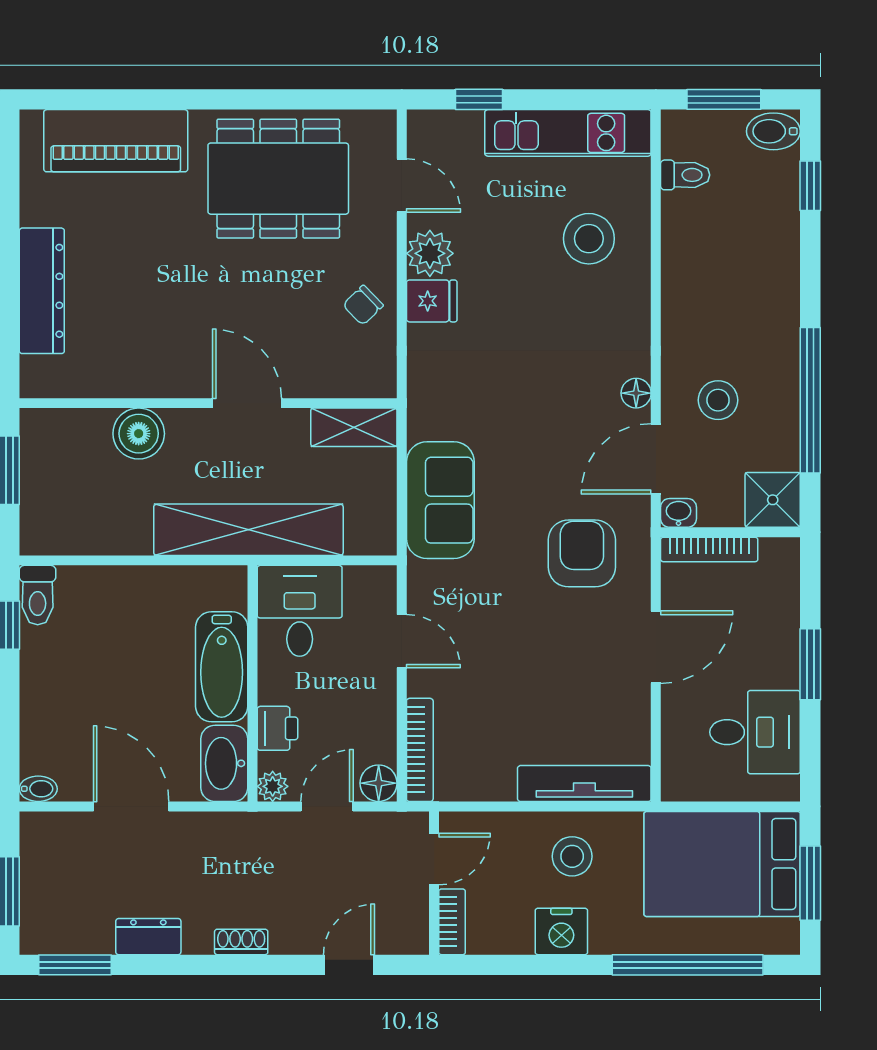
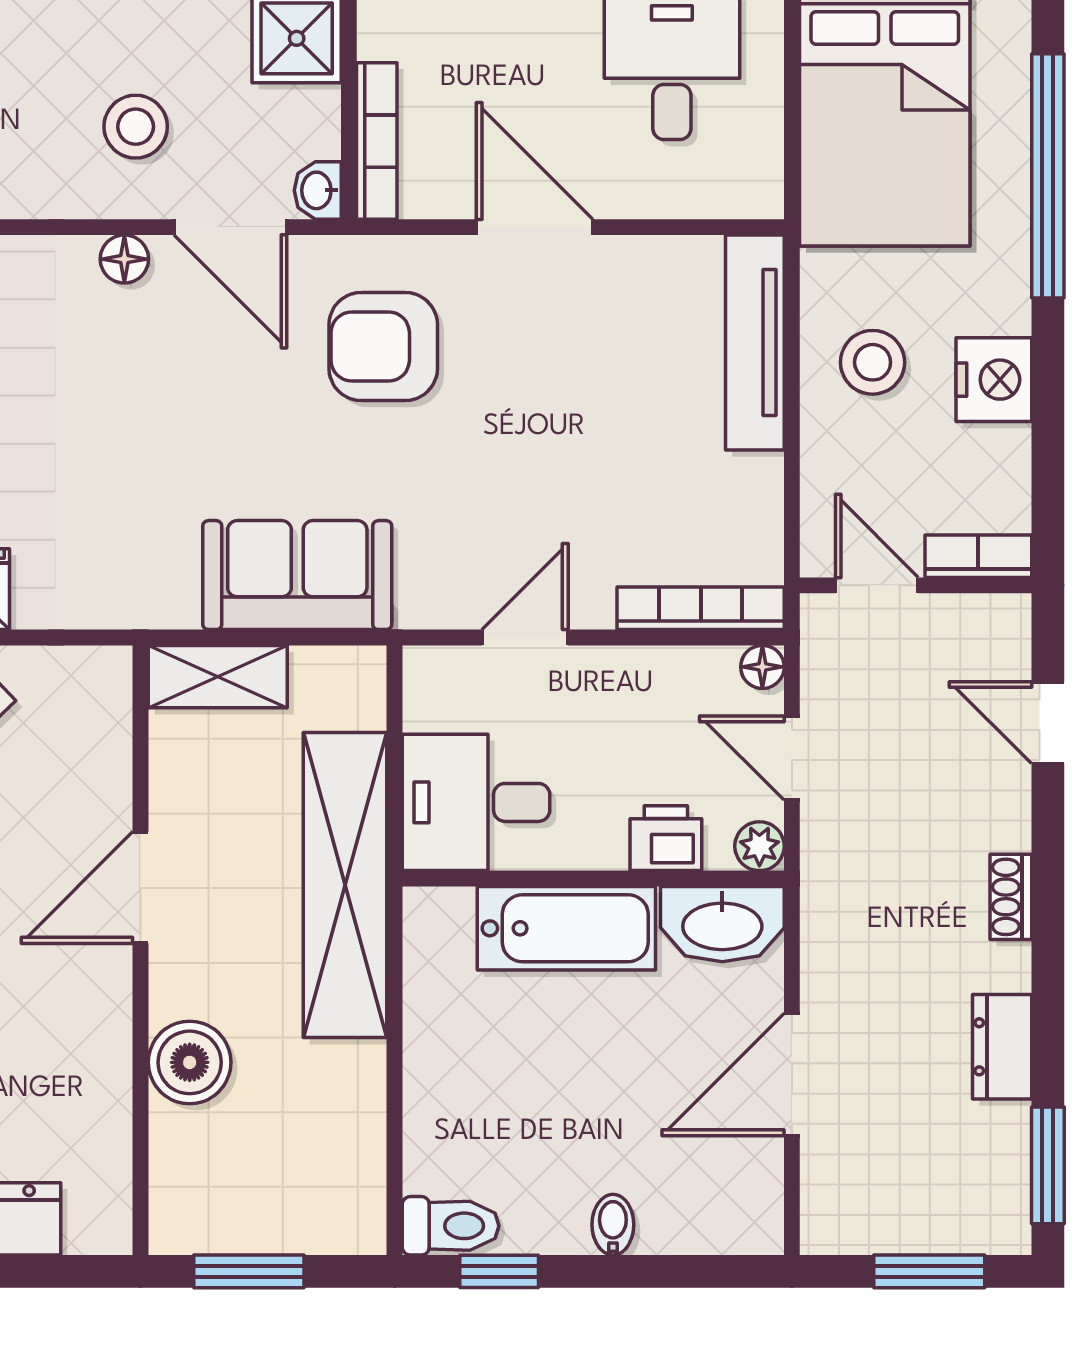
shelving: (354, 427) -> (218, 677), moved, turned 90
floor lamp: (379, 783) -> (762, 667), width x0.73, depth x0.73
bidet: (38, 789) -> (613, 1225), moved

